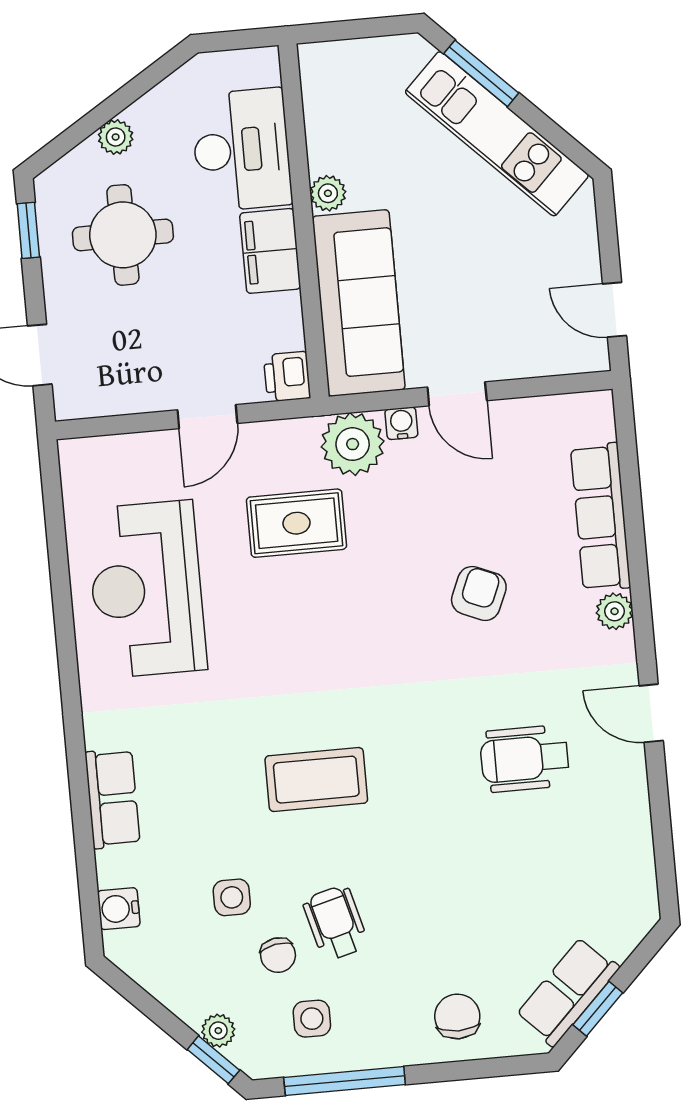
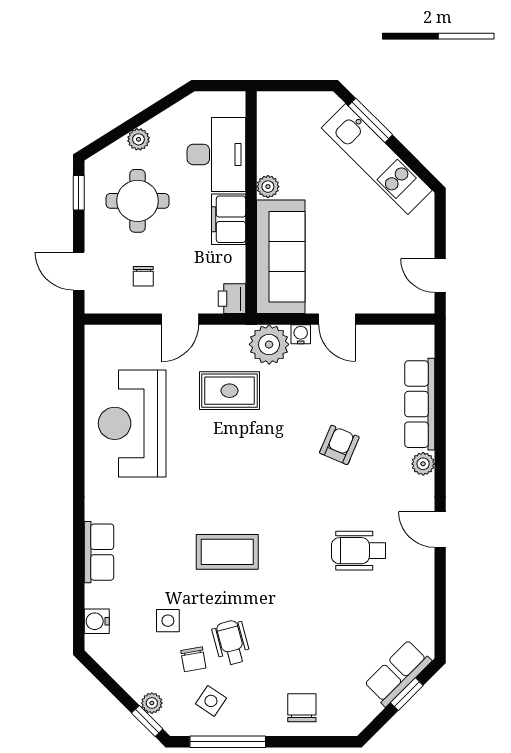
chair: (143, 354) -> (143, 276), added
row of seats: (568, 992) -> (398, 673), moved
window: (598, 1009) -> (407, 694), moved
side table: (312, 1019) -> (211, 701), turned 34

